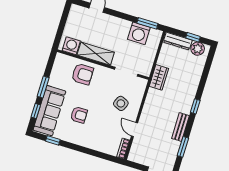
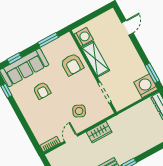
washing machine: (139, 33) -> (146, 86), moved, turned 90
wardrobe: (159, 77) -> (99, 132), moved
window: (43, 87) -> (48, 40), moved

